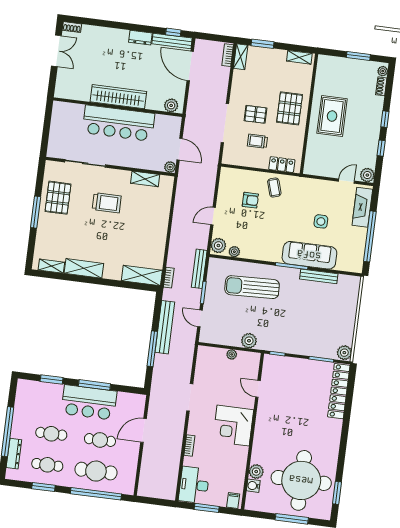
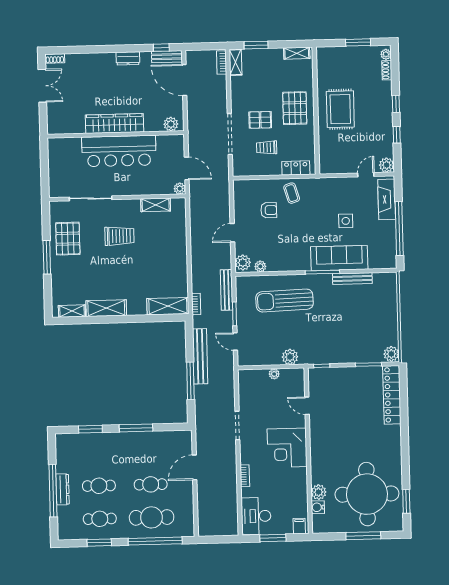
bench: (172, 41) -> (167, 57), width x0.73
bar counter: (89, 402) -> (133, 447), removed
dresser: (14, 454) -> (63, 489), moved

